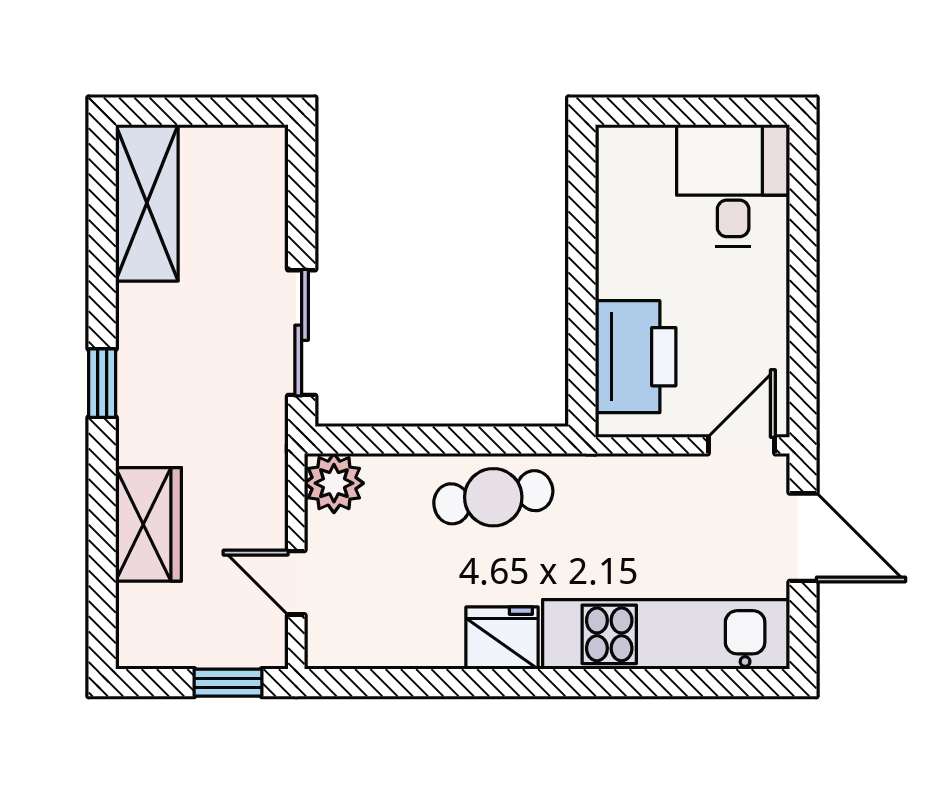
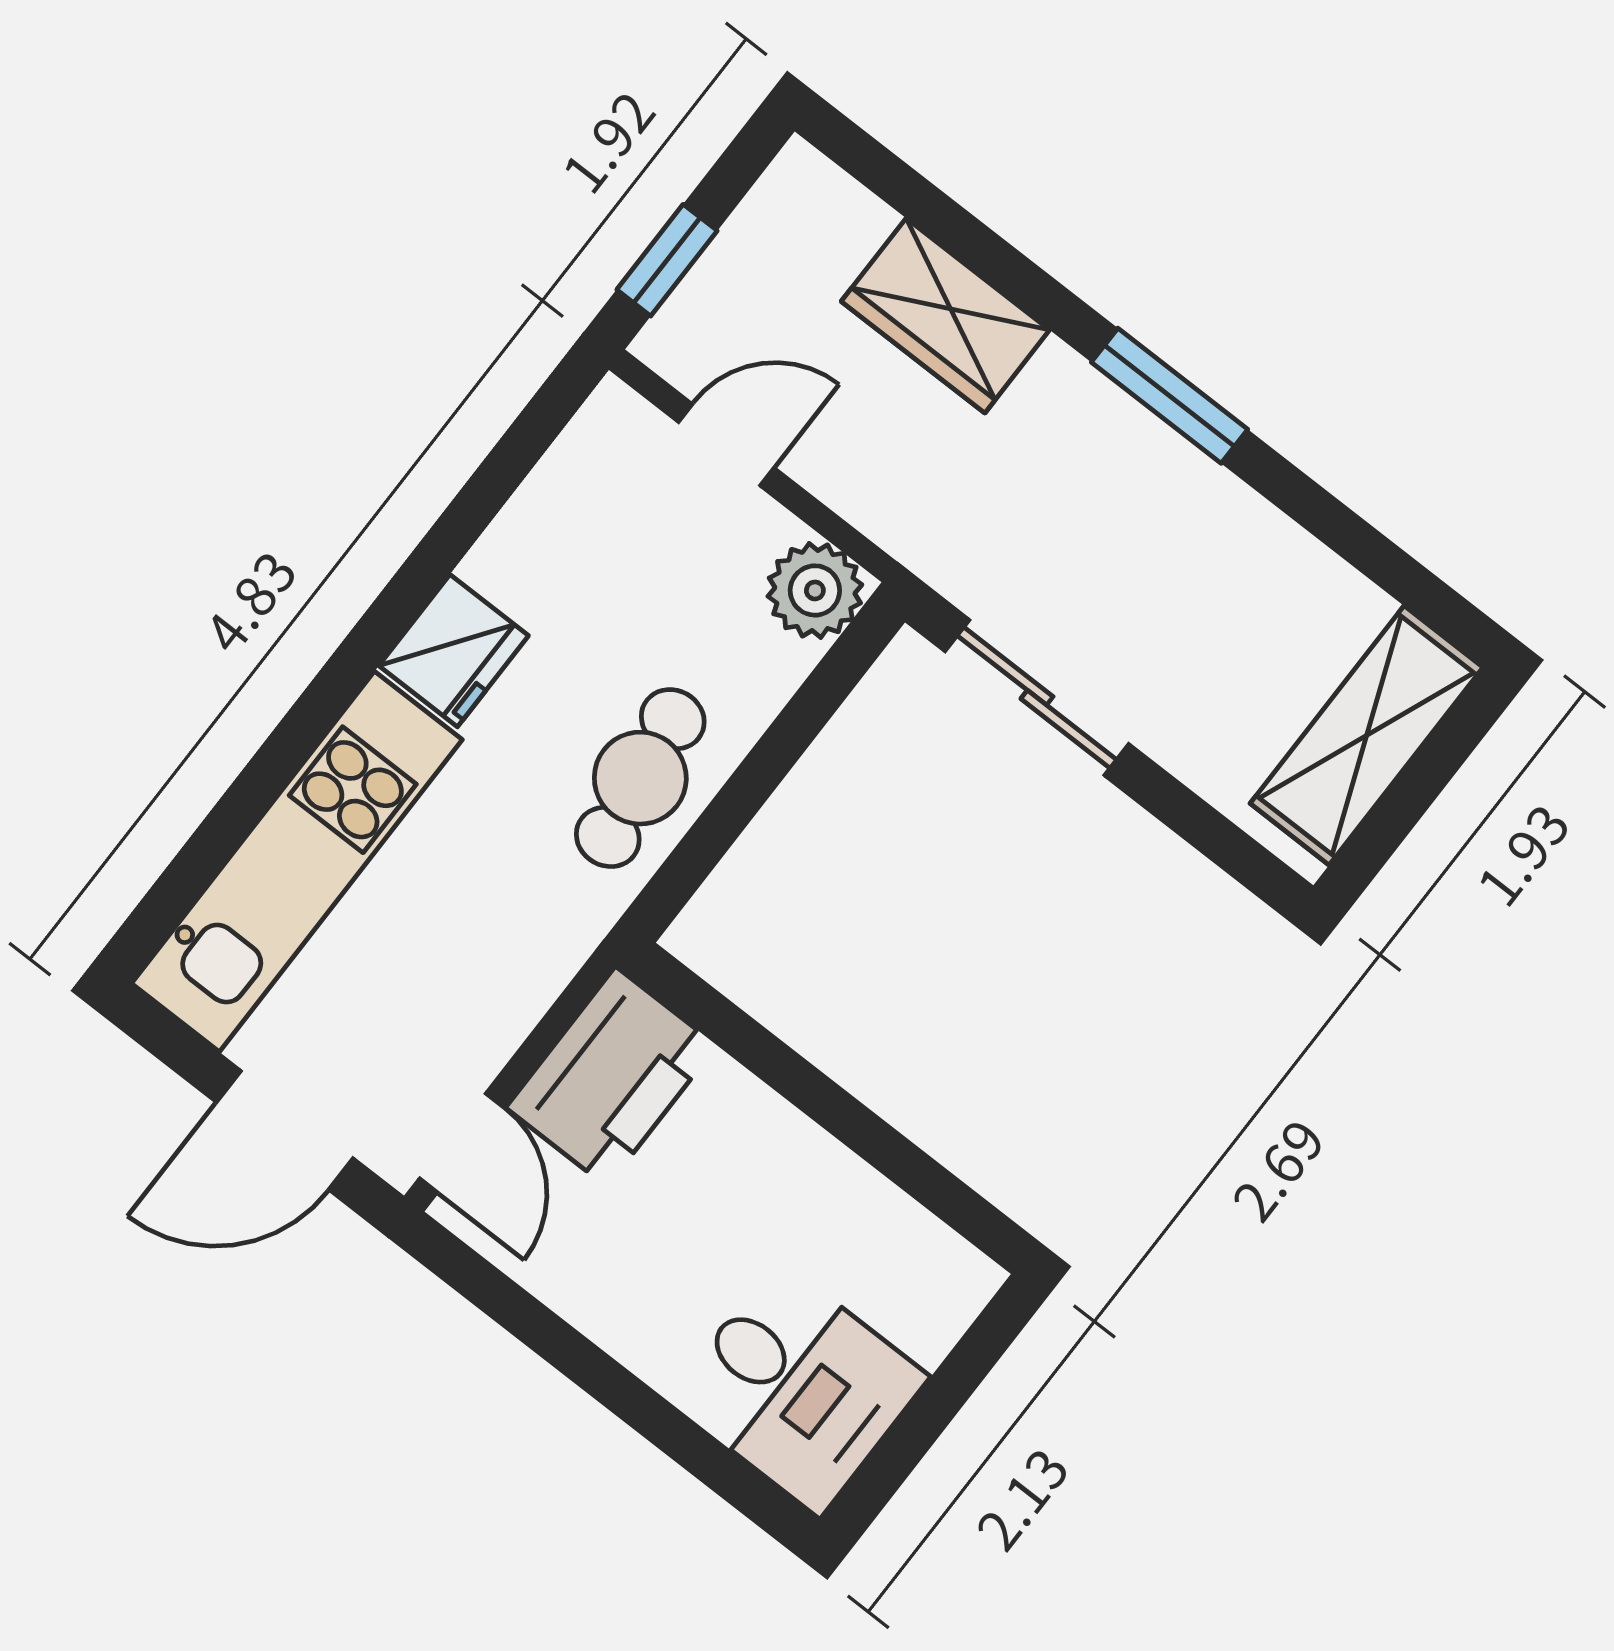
shelving: (147, 203) -> (1367, 735), moved, turned 90
printer: (636, 357) -> (611, 1077), moved, turned -90
window: (102, 383) -> (1169, 396), width x1.50

